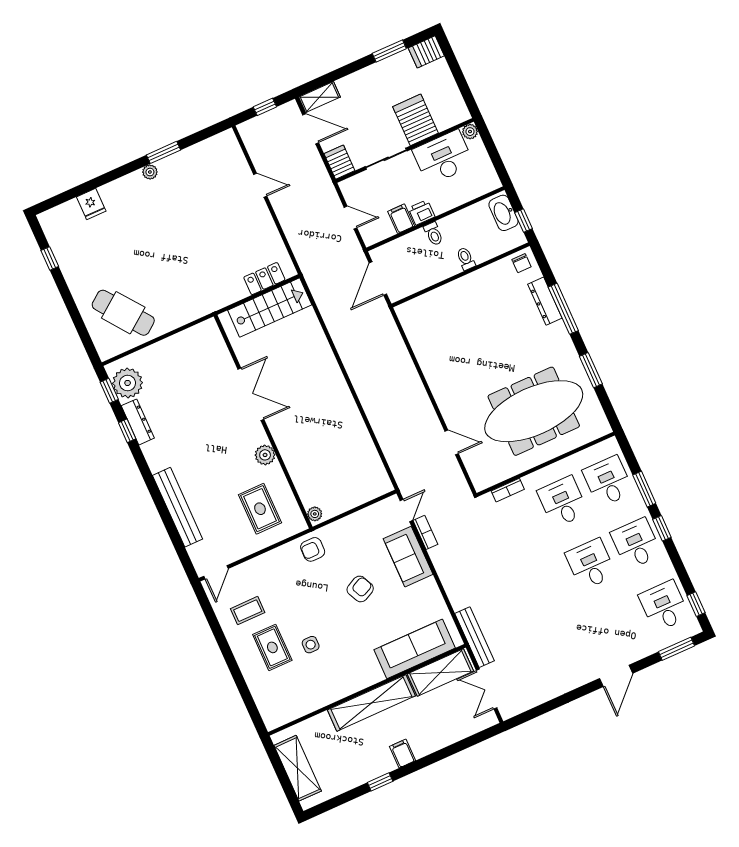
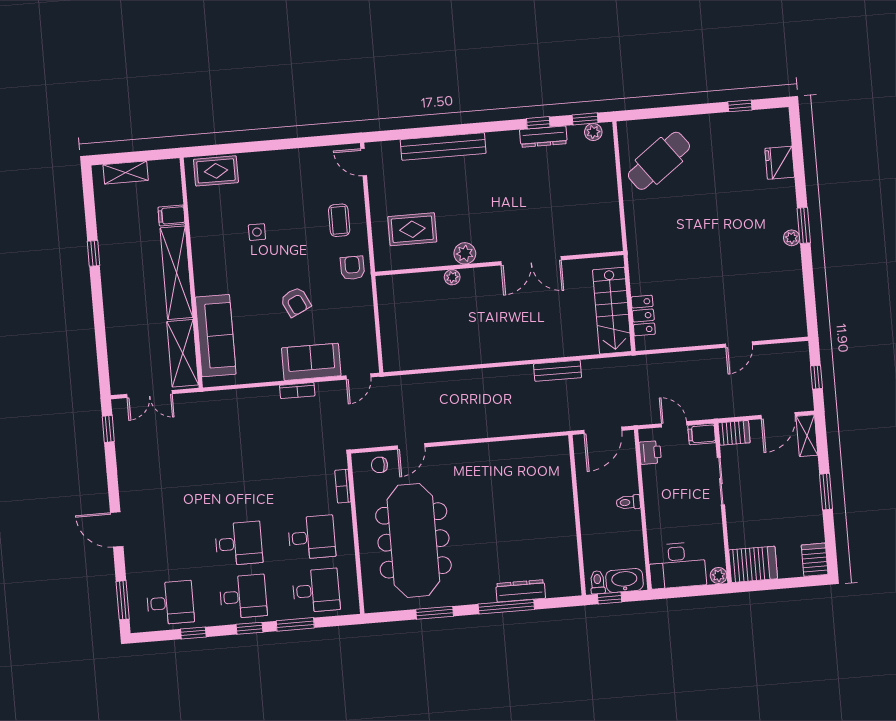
window: (389, 51) -> (826, 492), moved
server rack: (415, 120) -> (753, 564), moved
window: (164, 152) -> (804, 225), moved
desk: (443, 157) -> (677, 565), moved, turned 90
fridge: (91, 204) -> (780, 163), width x1.38
printer: (422, 212) -> (650, 452), moved
door: (351, 218) -> (674, 424), swing flipped
filing cabinet: (401, 219) -> (702, 434), moved, turned 180
toilet: (466, 259) -> (598, 582), moved, turned -90
chair: (521, 263) -> (379, 465), moved
door: (378, 279) -> (603, 430), swing flipped
plant: (128, 383) -> (593, 132), width x0.53, depth x0.53
door: (406, 510) -> (358, 376), hinge flipped
plant: (315, 514) -> (452, 277), moved
bookcase: (425, 532) -> (297, 391), moved
window: (696, 604) -> (193, 633), moved
coffee table: (248, 611) -> (339, 220), moved
bench: (475, 637) -> (558, 371), moved, width x0.73
rug: (272, 647) -> (216, 171), moved
double door: (487, 689) -> (149, 394), swing flipped
window: (530, 715) -> (108, 429), added
filing cabinet: (403, 754) -> (171, 216), moved, turned 180
shelving: (298, 768) -> (126, 173), width x0.67, depth x0.75

